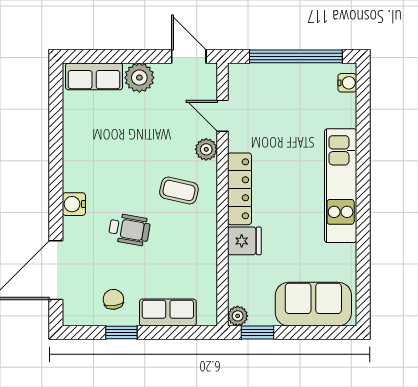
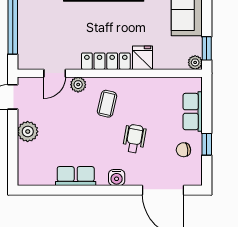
row of seats: (94, 76) -> (76, 176), moved, turned -90

